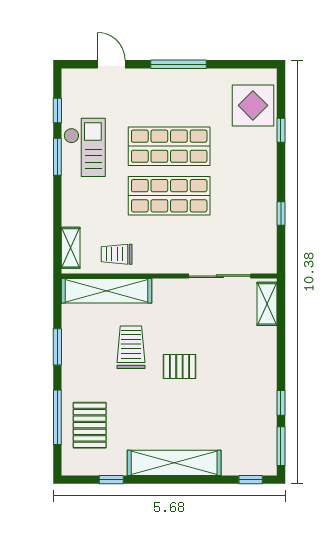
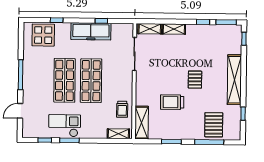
freezer: (261, 194) -> (91, 31), added
shelving: (106, 291) -> (142, 123), width x0.68
shelving: (267, 349) -> (174, 29), added
pallet: (179, 367) -> (195, 80), moved
pallet: (90, 425) -> (214, 125), turned 90

